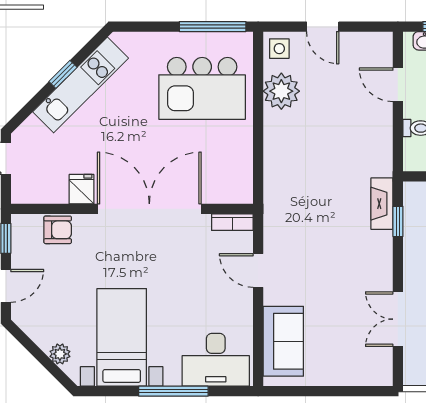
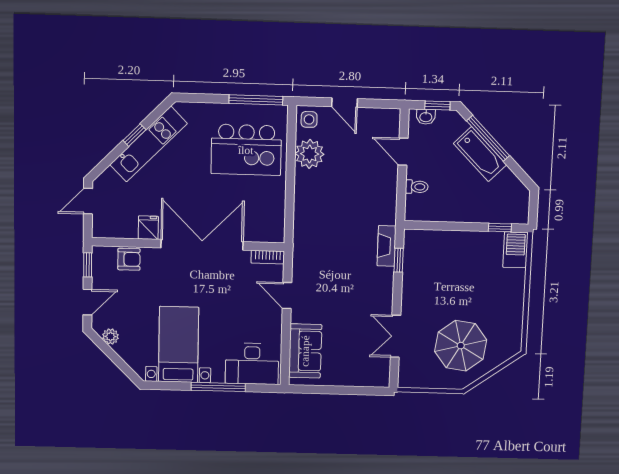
plant: (60, 354) -> (110, 336), moved

